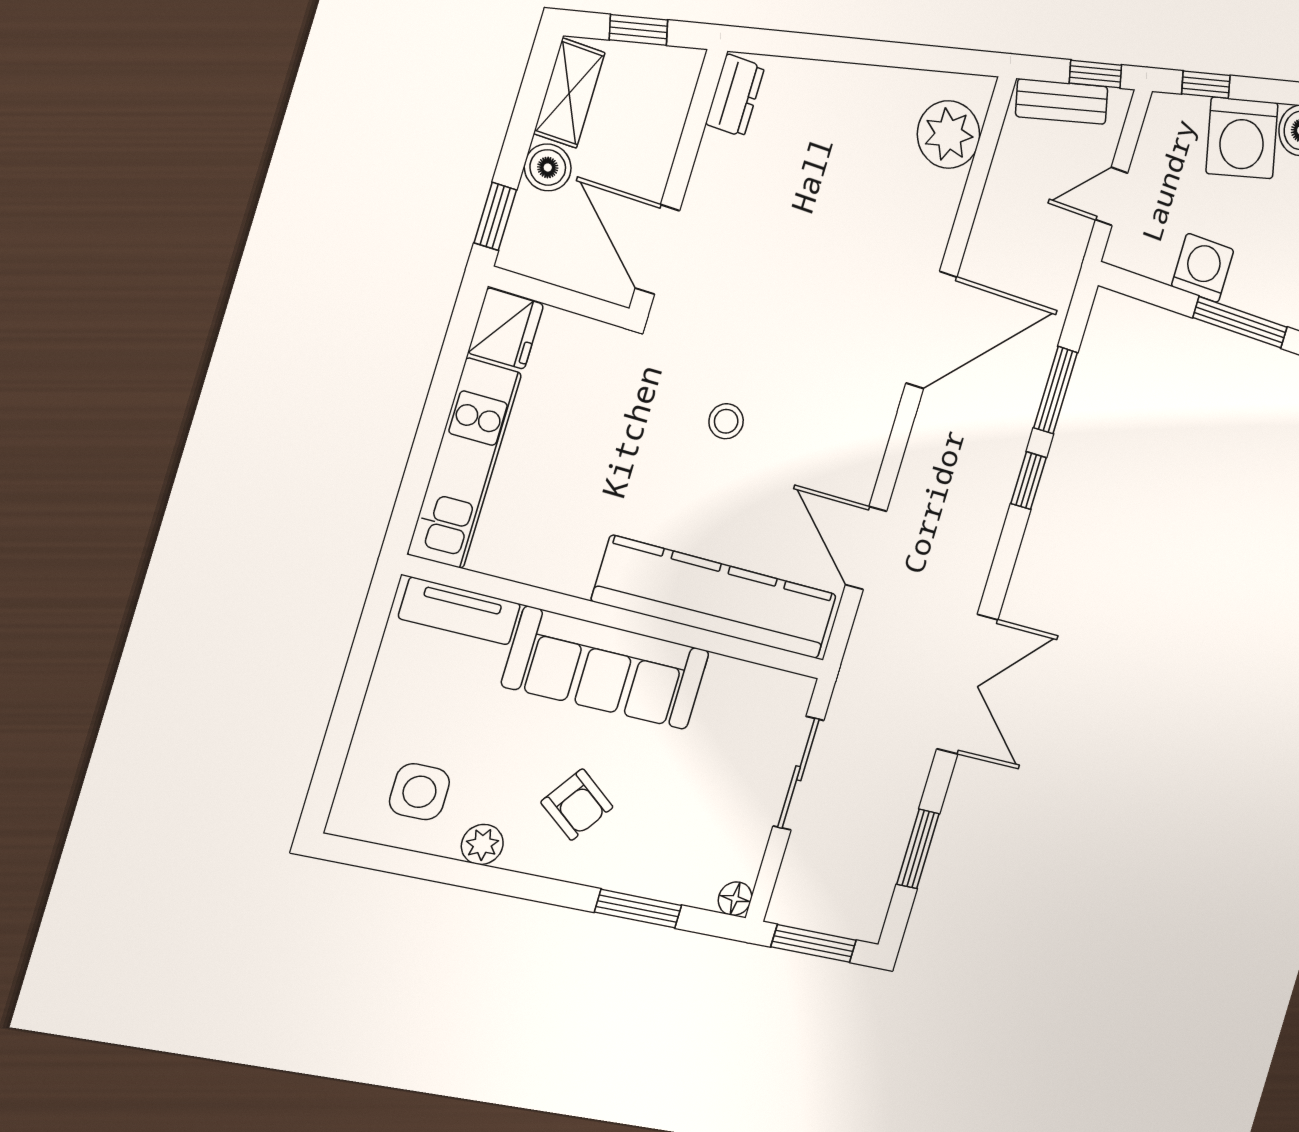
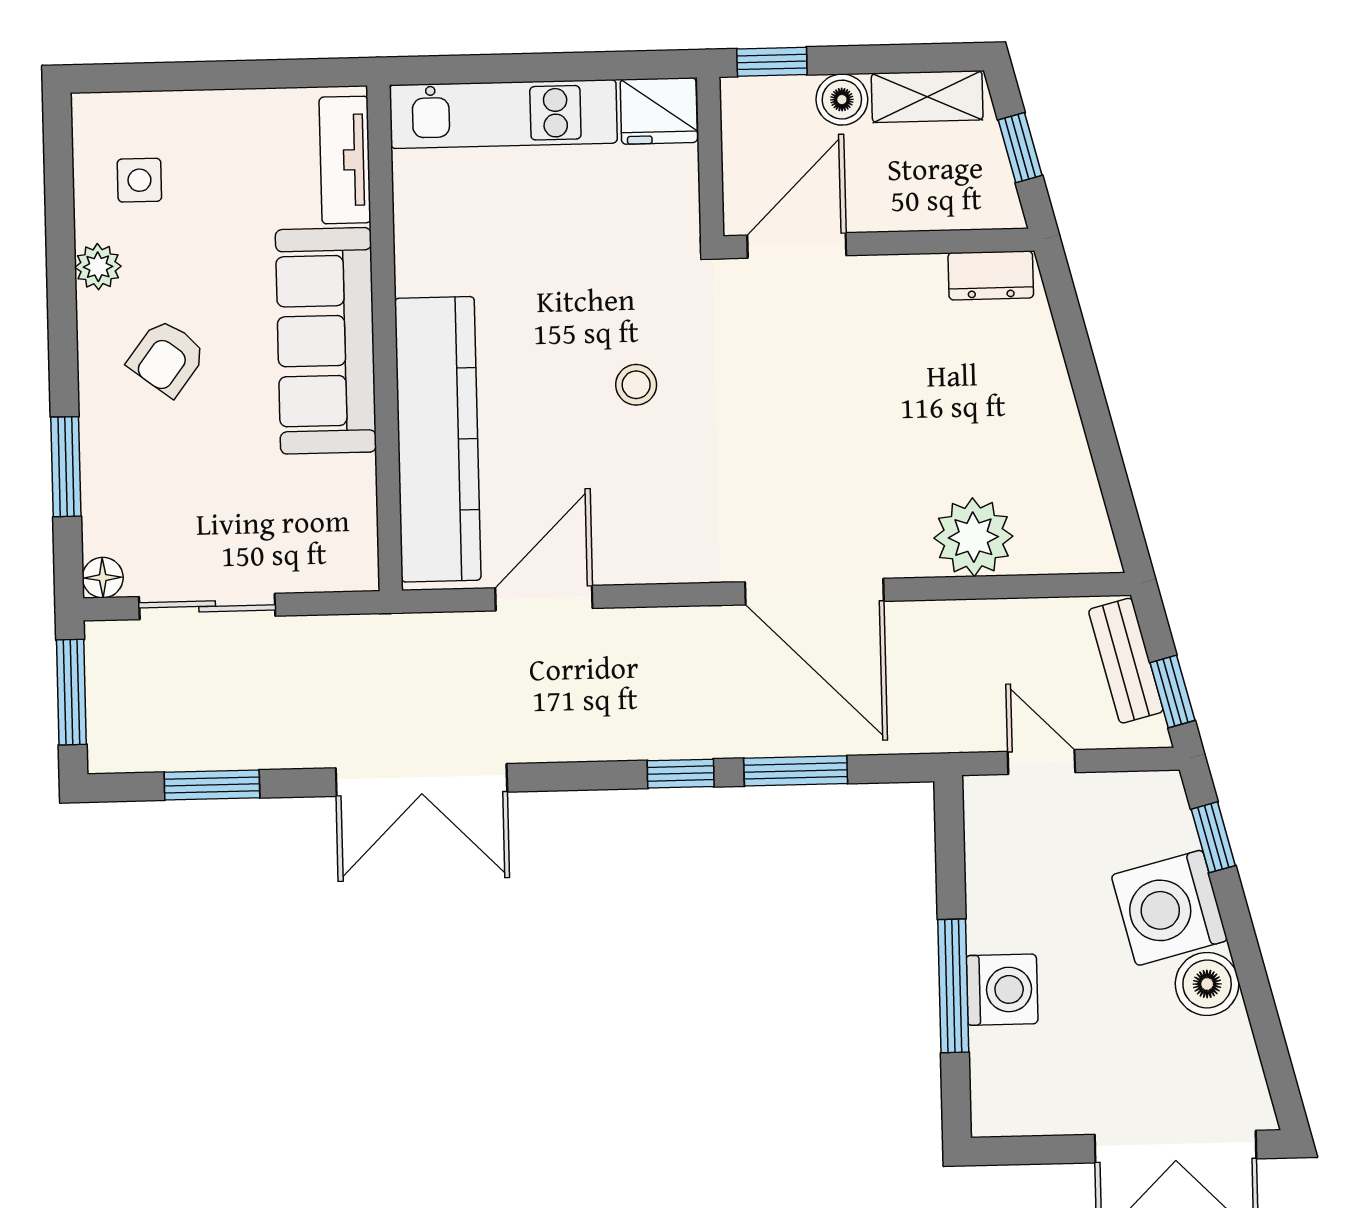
plant: (949, 134) -> (973, 537), moved
washing machine: (1203, 268) -> (1002, 990), moved
sliding door: (798, 773) -> (207, 606), moved
side table: (420, 792) -> (139, 180), width x0.73, depth x0.73

